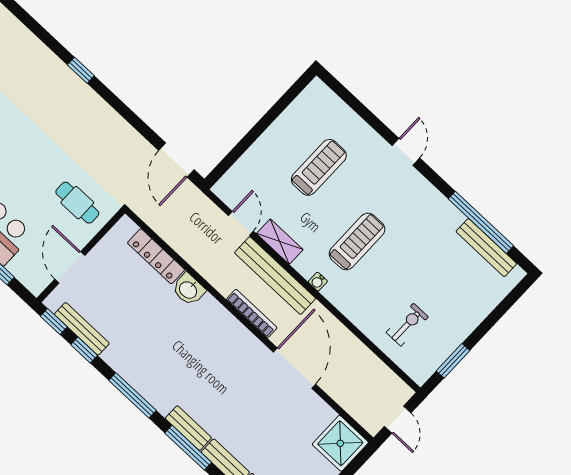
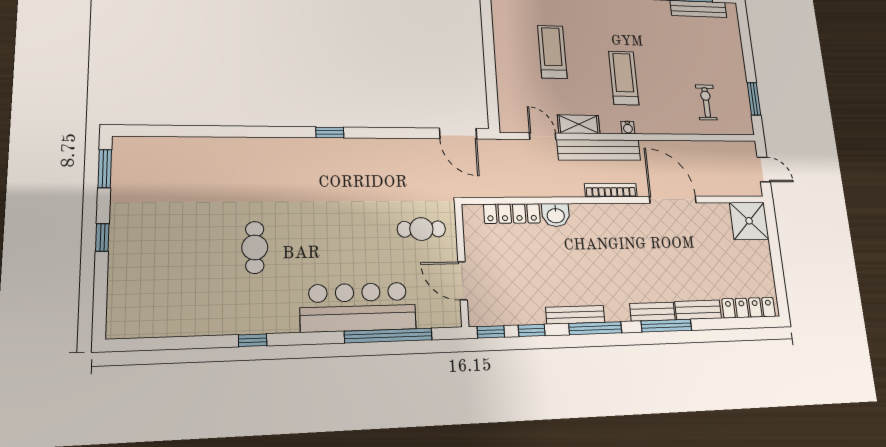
bench: (82, 329) -> (575, 315), moved

